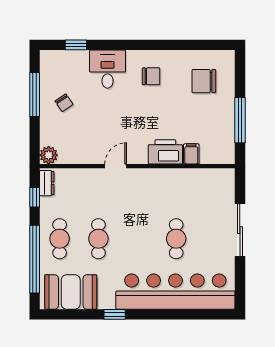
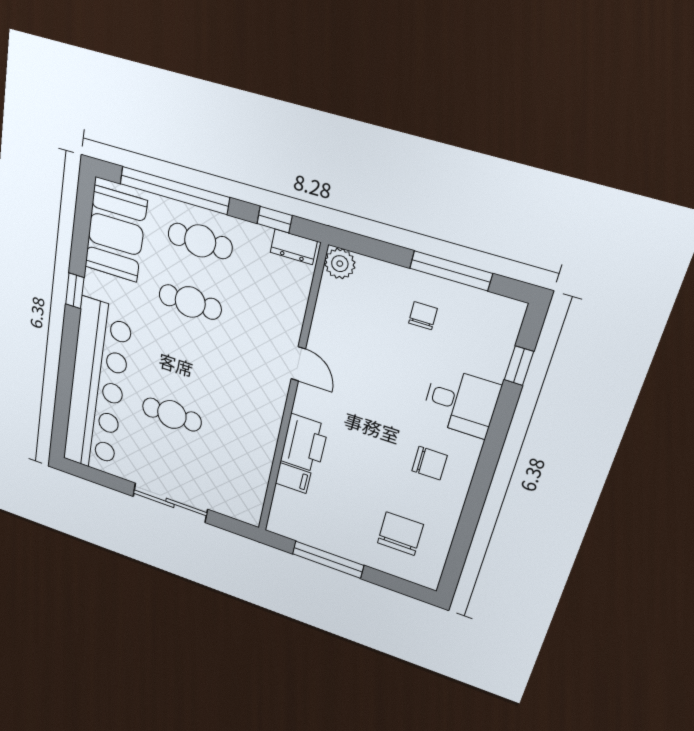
chair: (151, 76) -> (430, 463), turned -90
chair: (64, 103) -> (423, 316), turned 124

